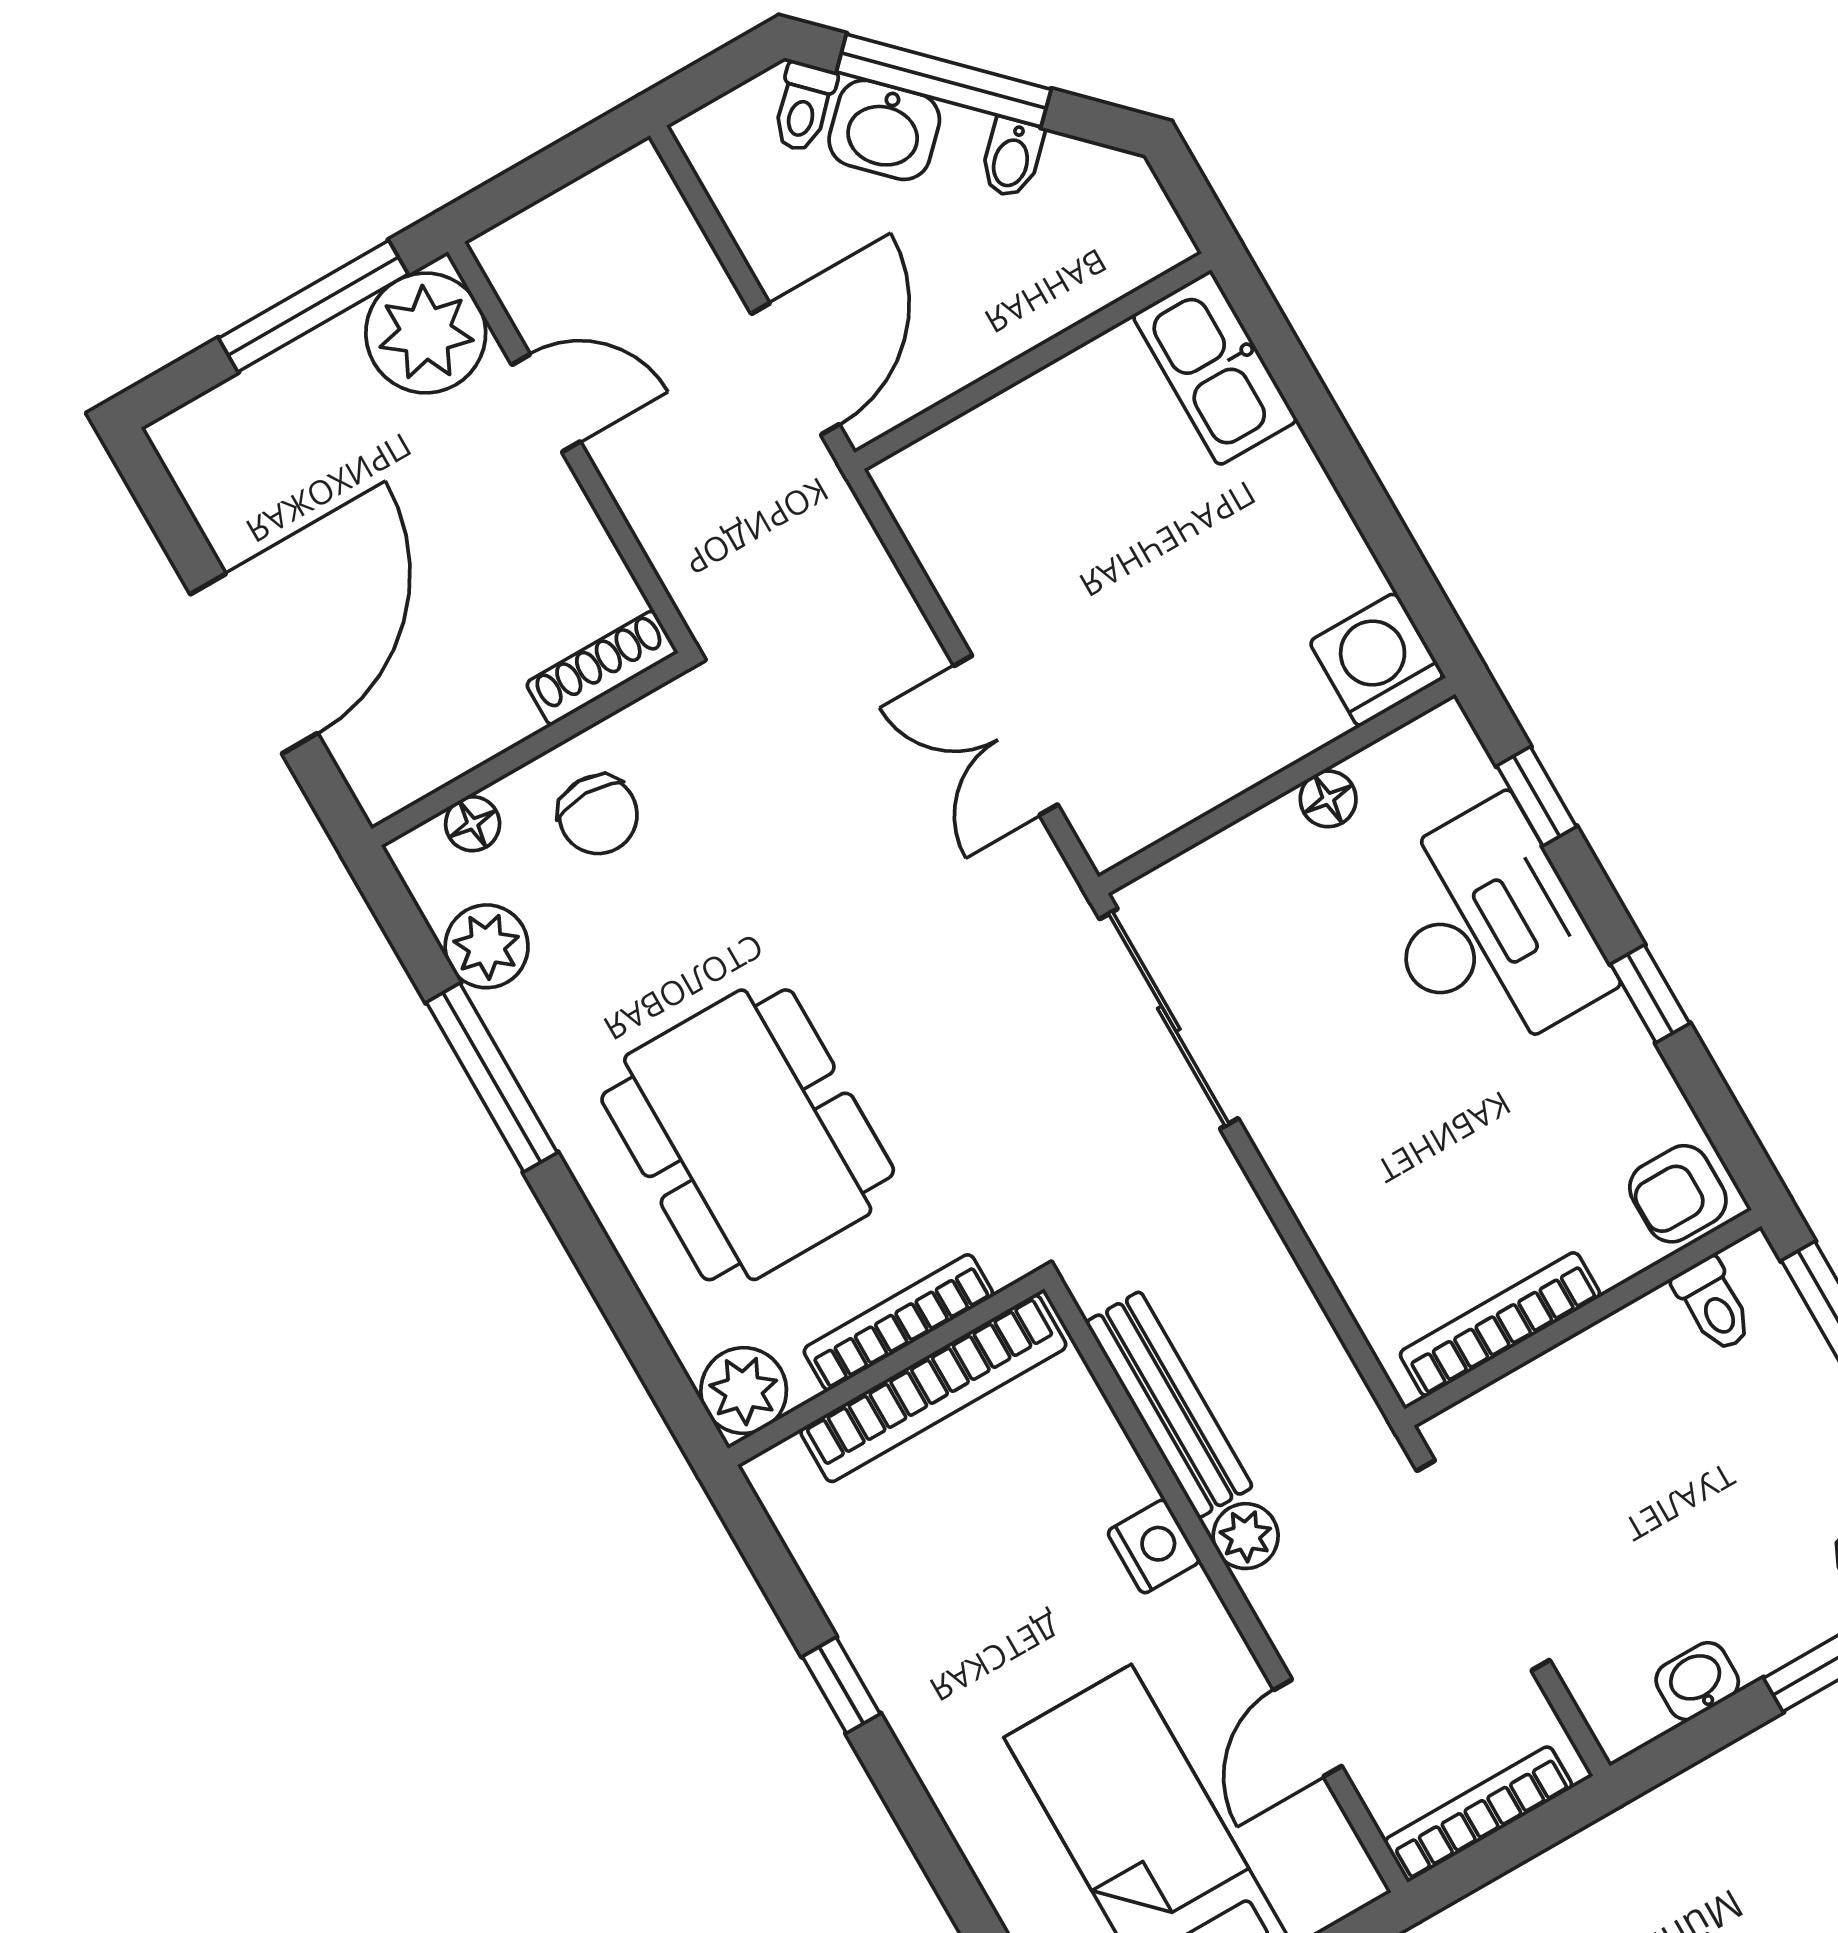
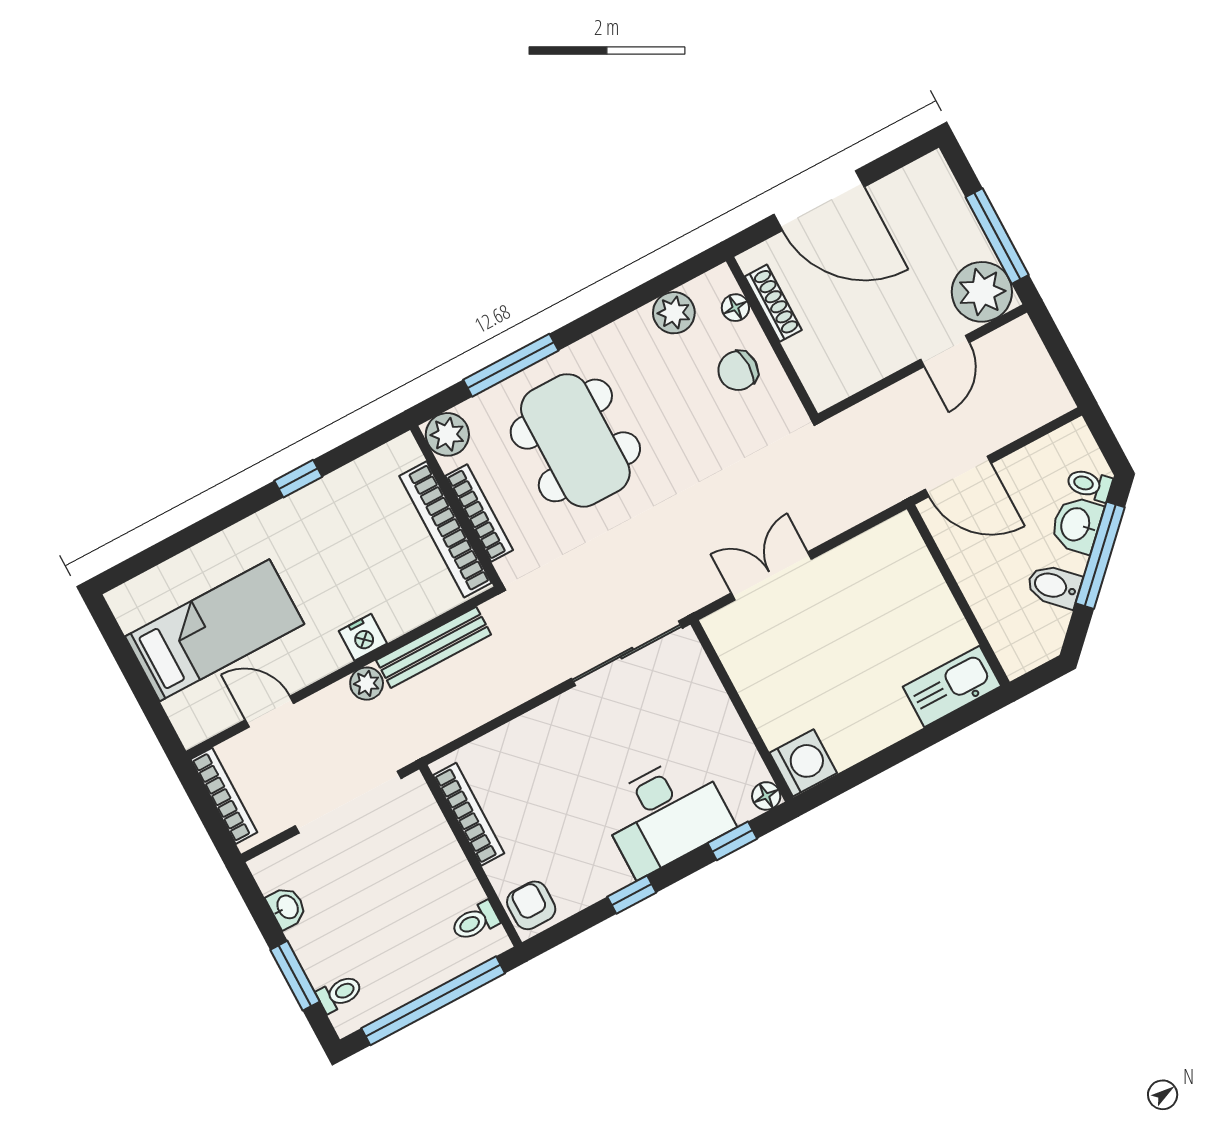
bidet: (1012, 158) -> (1054, 586), width x1.38, depth x1.36
shoe rack: (602, 668) -> (773, 303), moved
floor lamp: (1328, 799) -> (766, 796), moved
window: (492, 1078) -> (511, 365), moved
dining table: (748, 1135) -> (575, 440), turned 90

